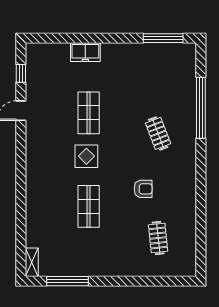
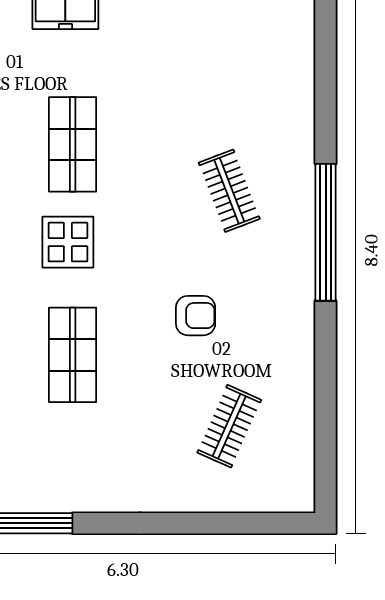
window: (201, 108) -> (326, 232), moved
clothes rail: (158, 238) -> (229, 426), turned 30

